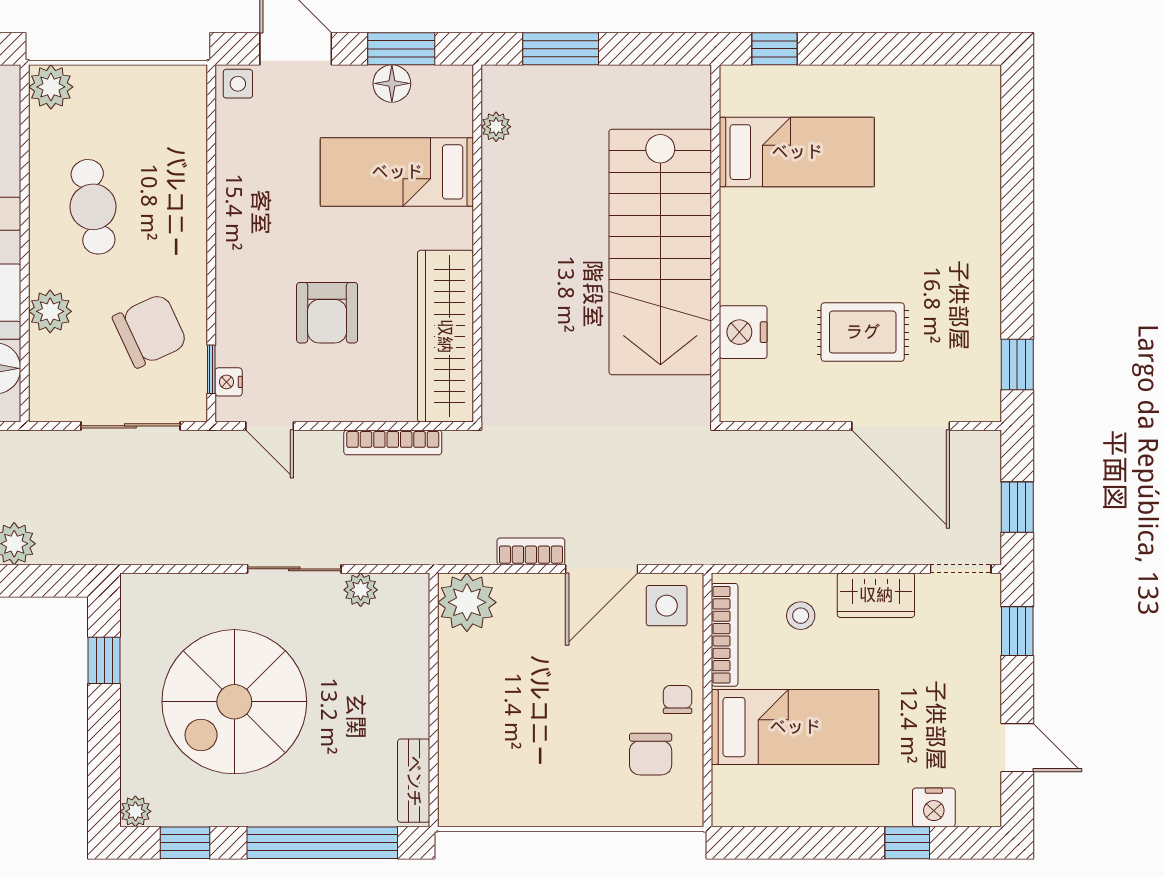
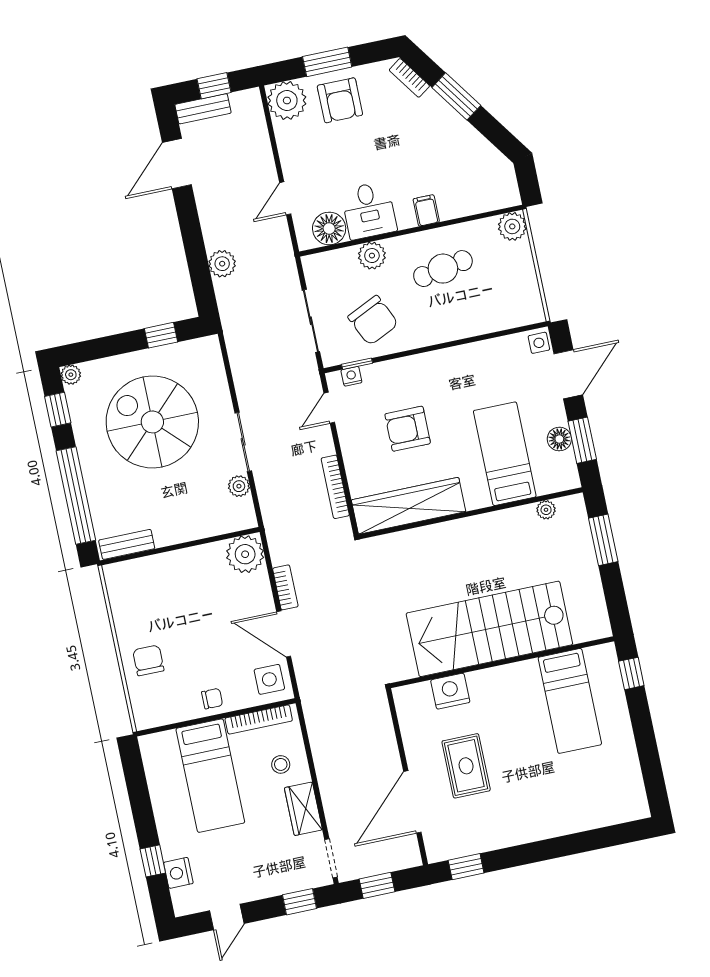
chair: (651, 754) -> (148, 660), moved, turned 90

